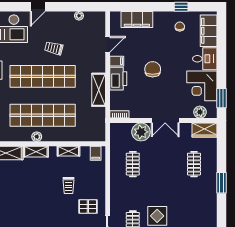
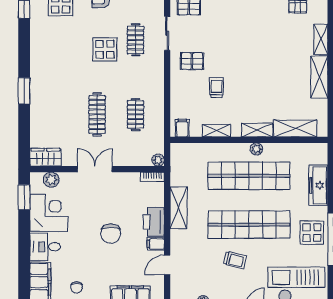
plant: (141, 132) -> (158, 160), moved, width x0.53, depth x0.53
clothes rail: (194, 164) -> (97, 114), moved, width x1.36

